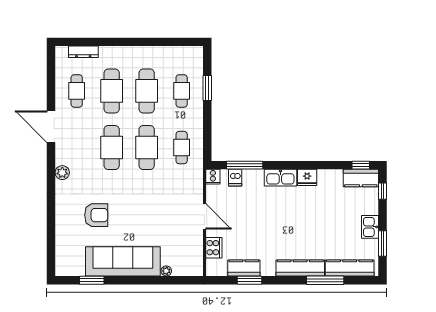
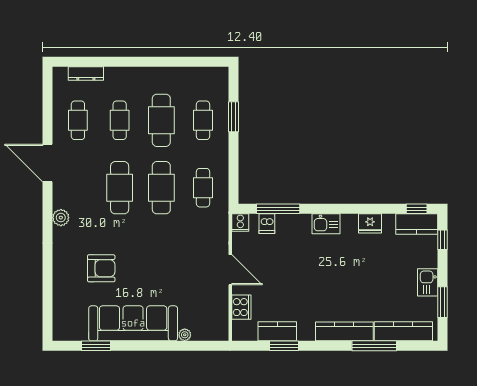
cafe table: (112, 91) -> (120, 120), width x0.73, depth x0.74
fridge: (307, 177) -> (370, 223), moved
kitchen sink: (280, 178) -> (326, 224), width x0.73

